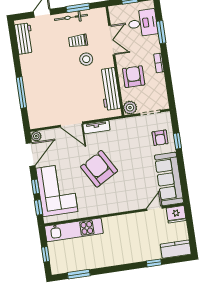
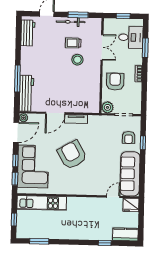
workbench: (110, 89) -> (26, 93), moved, turned 180
door: (71, 125) -> (55, 113), hinge flipped

